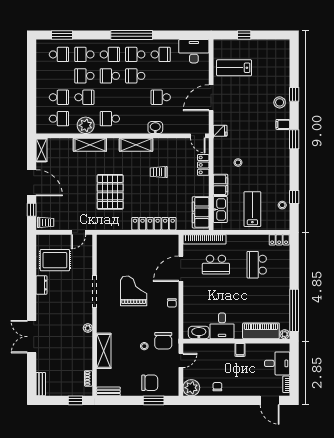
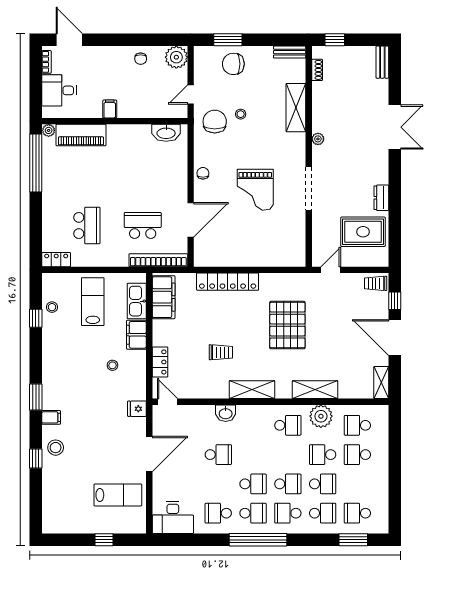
lab bench: (252, 209) -> (93, 302), turned 180
desk: (222, 326) -> (134, 142), removed

